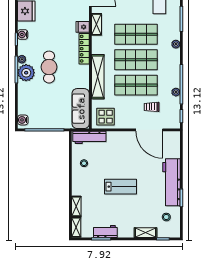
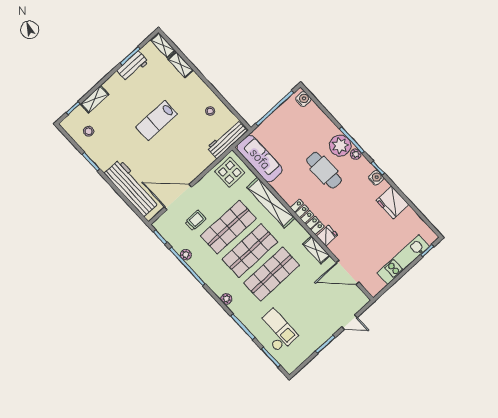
workbench: (172, 182) -> (132, 188), moved

